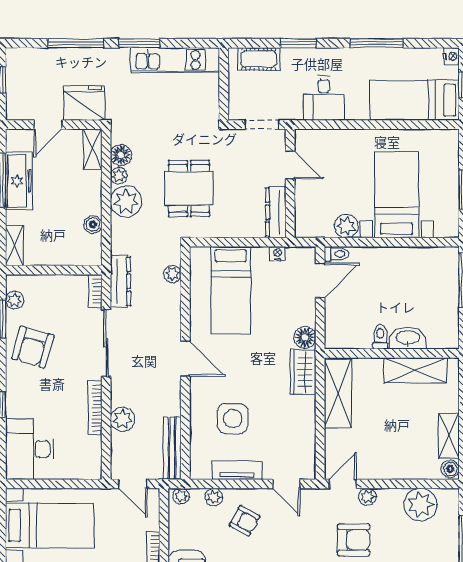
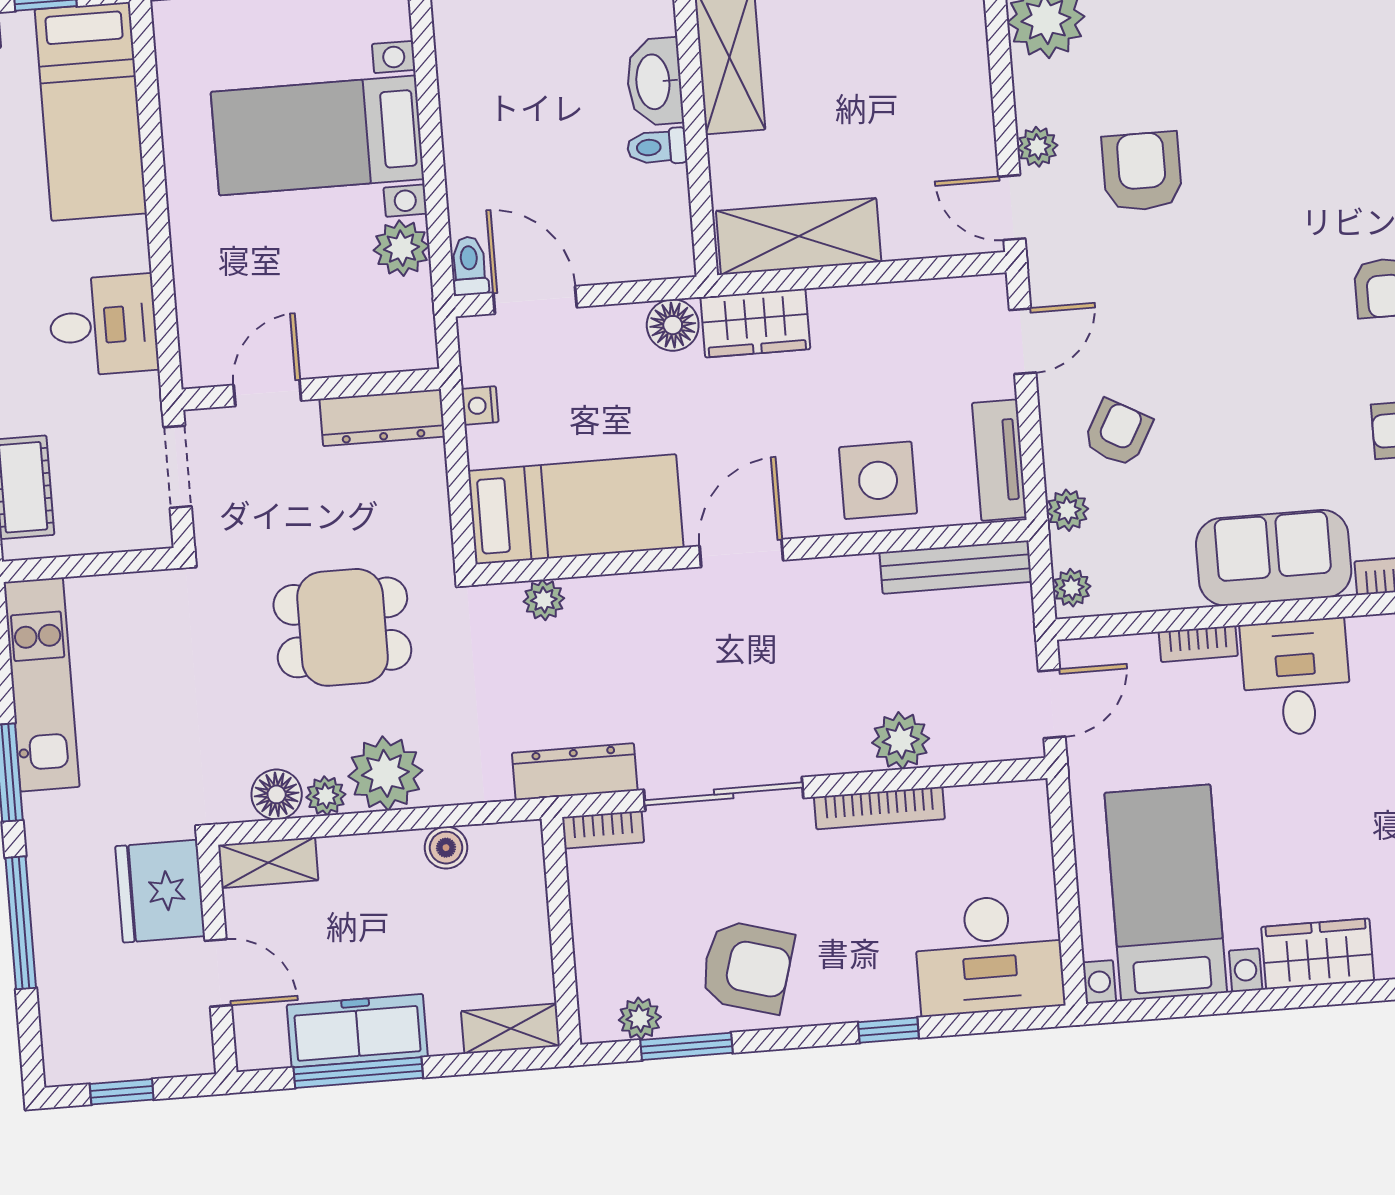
plant: (172, 274) -> (544, 600), moved
door: (185, 359) -> (741, 553), moved
wall: (185, 363) -> (752, 552), moved
bench: (172, 448) -> (956, 567), moved

